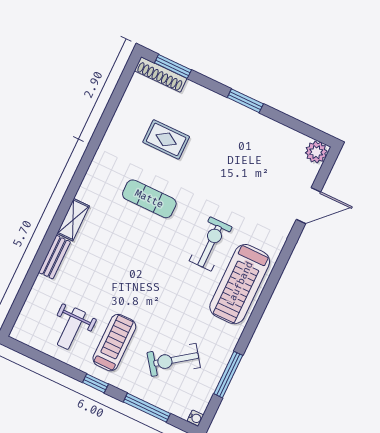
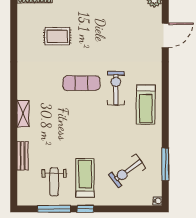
exercise mat: (149, 199) -> (81, 83), moved
bench: (55, 257) -> (23, 156), moved
treadmill: (240, 284) -> (146, 105), width x0.73, depth x0.73
window: (147, 408) -> (54, 209), moved

